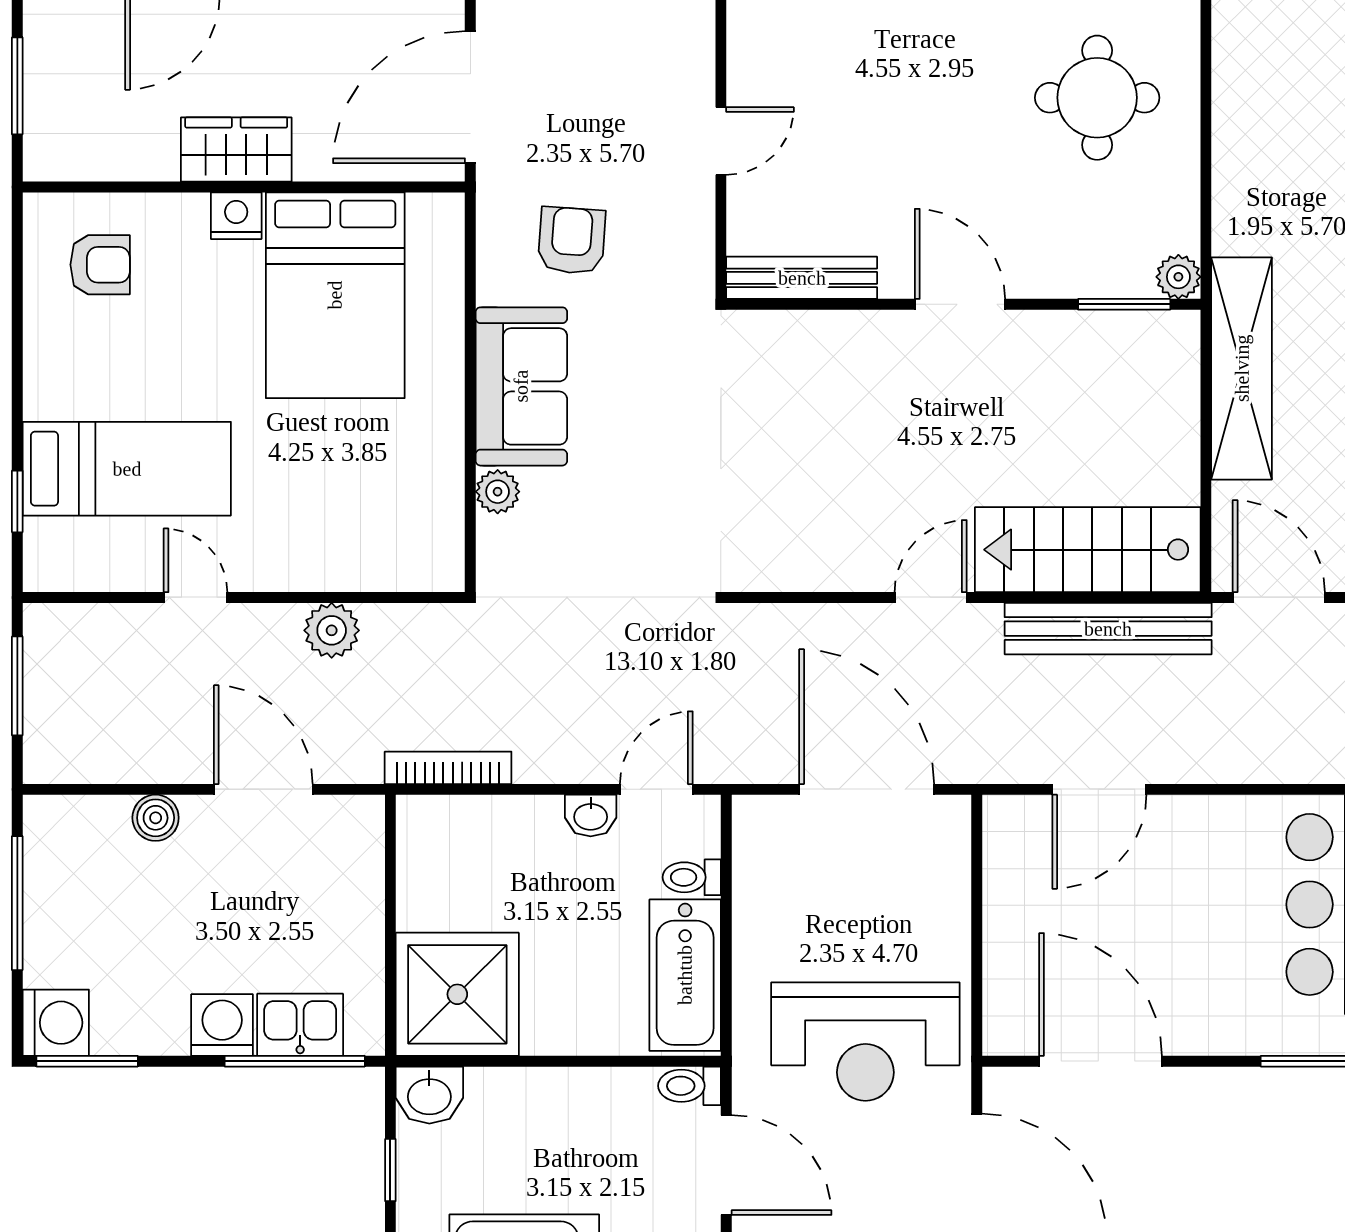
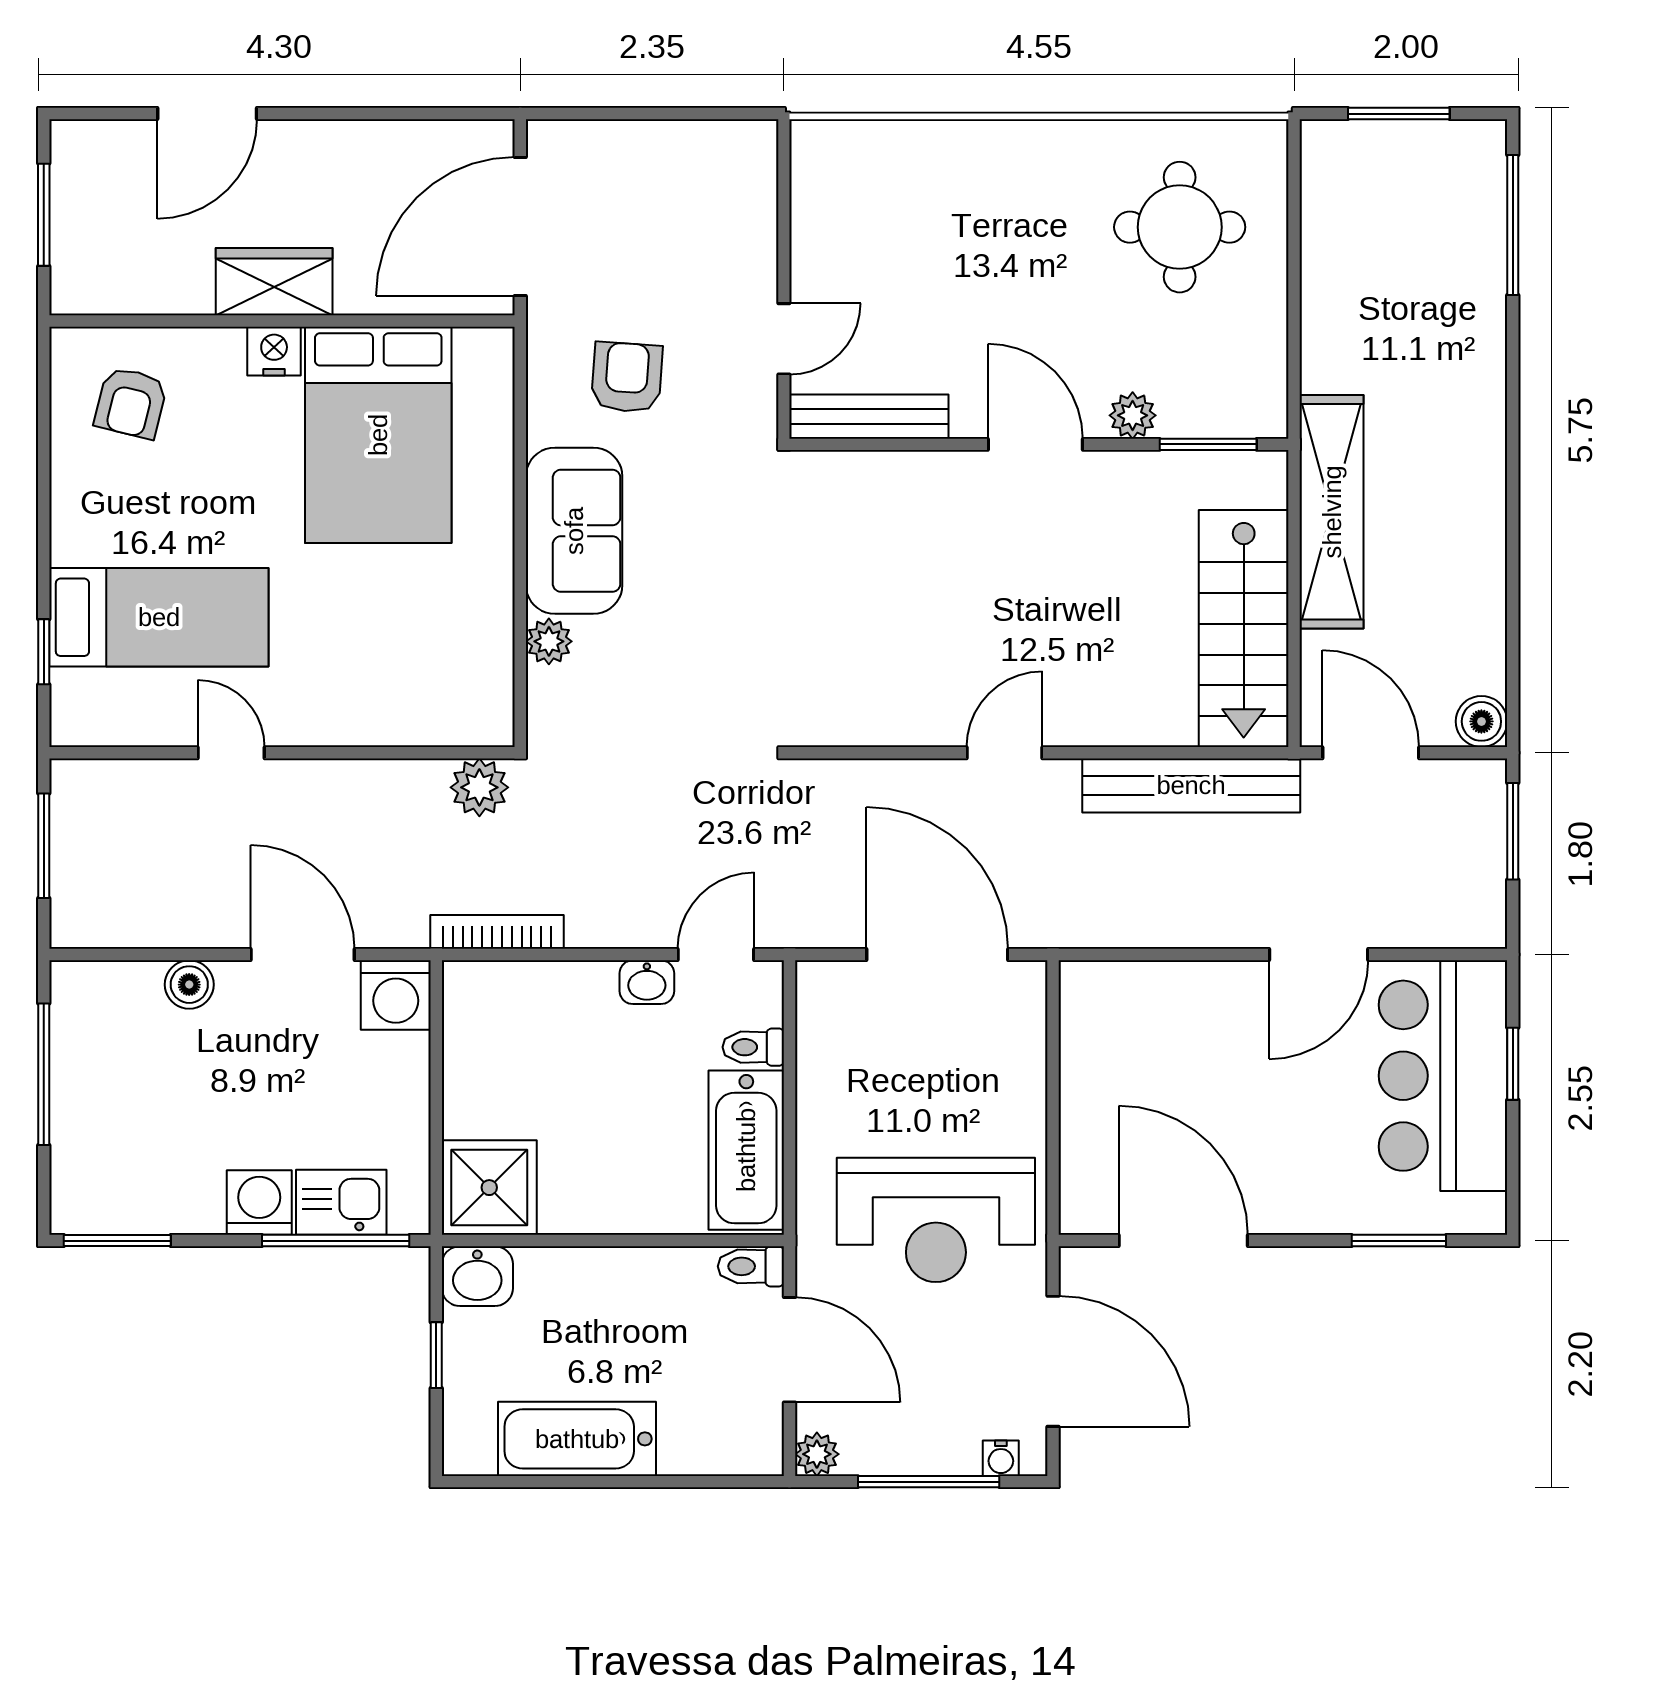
door: (721, 141) -> (784, 339), moved
armchair: (100, 265) -> (131, 403), turned 104
plant: (1178, 277) -> (1133, 415), moved
stairs: (1088, 550) -> (1244, 628), moved, turned -90
plant: (332, 630) -> (479, 787), moved
door: (1099, 789) -> (1319, 955), moved
shower: (457, 994) -> (489, 1188), width x0.73, depth x0.73
washing machine: (56, 1023) -> (396, 995), moved, turned 90

